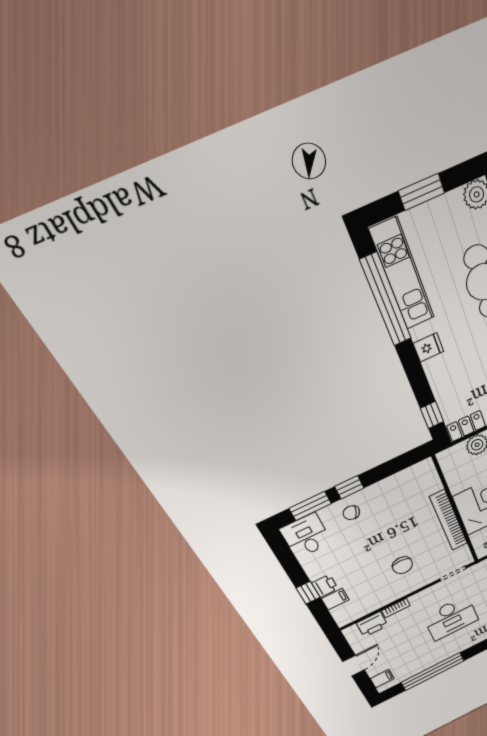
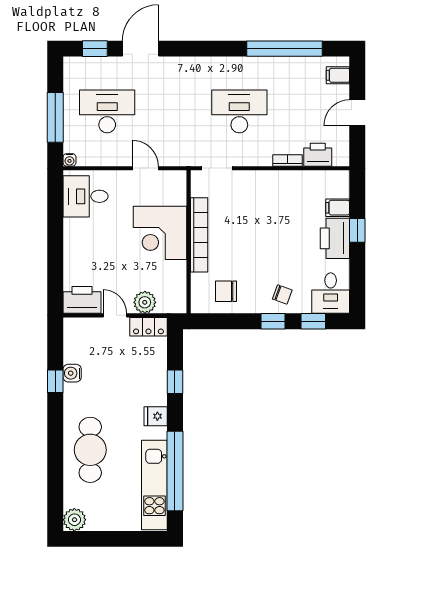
window: (421, 192) -> (117, 539), removed
window: (432, 415) -> (175, 382), moved
window: (310, 506) -> (313, 321), width x0.67
chair: (402, 565) -> (226, 291), moved, turned -90
printer: (325, 586) -> (335, 238), width x1.87, depth x1.48

